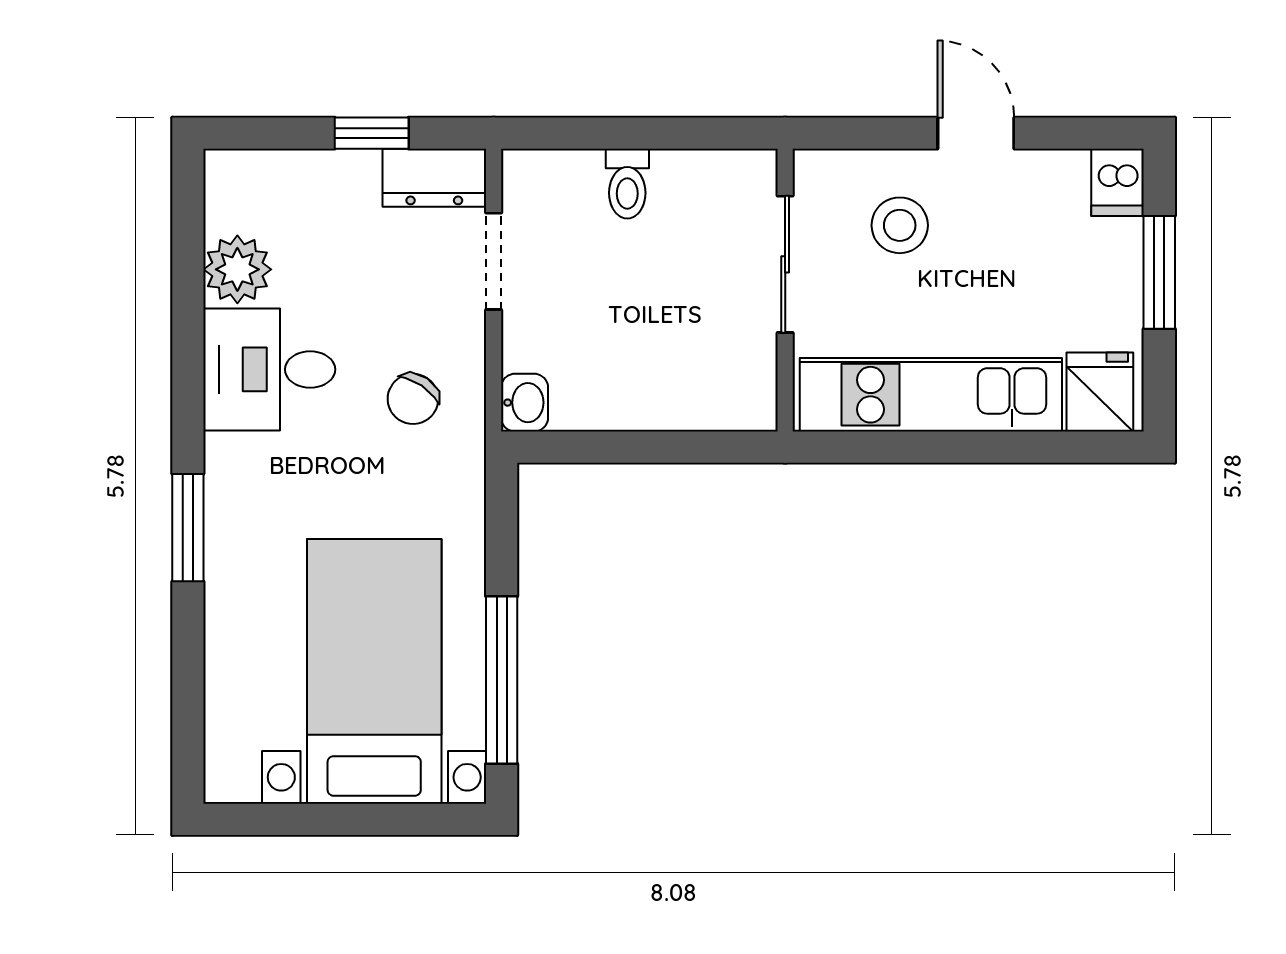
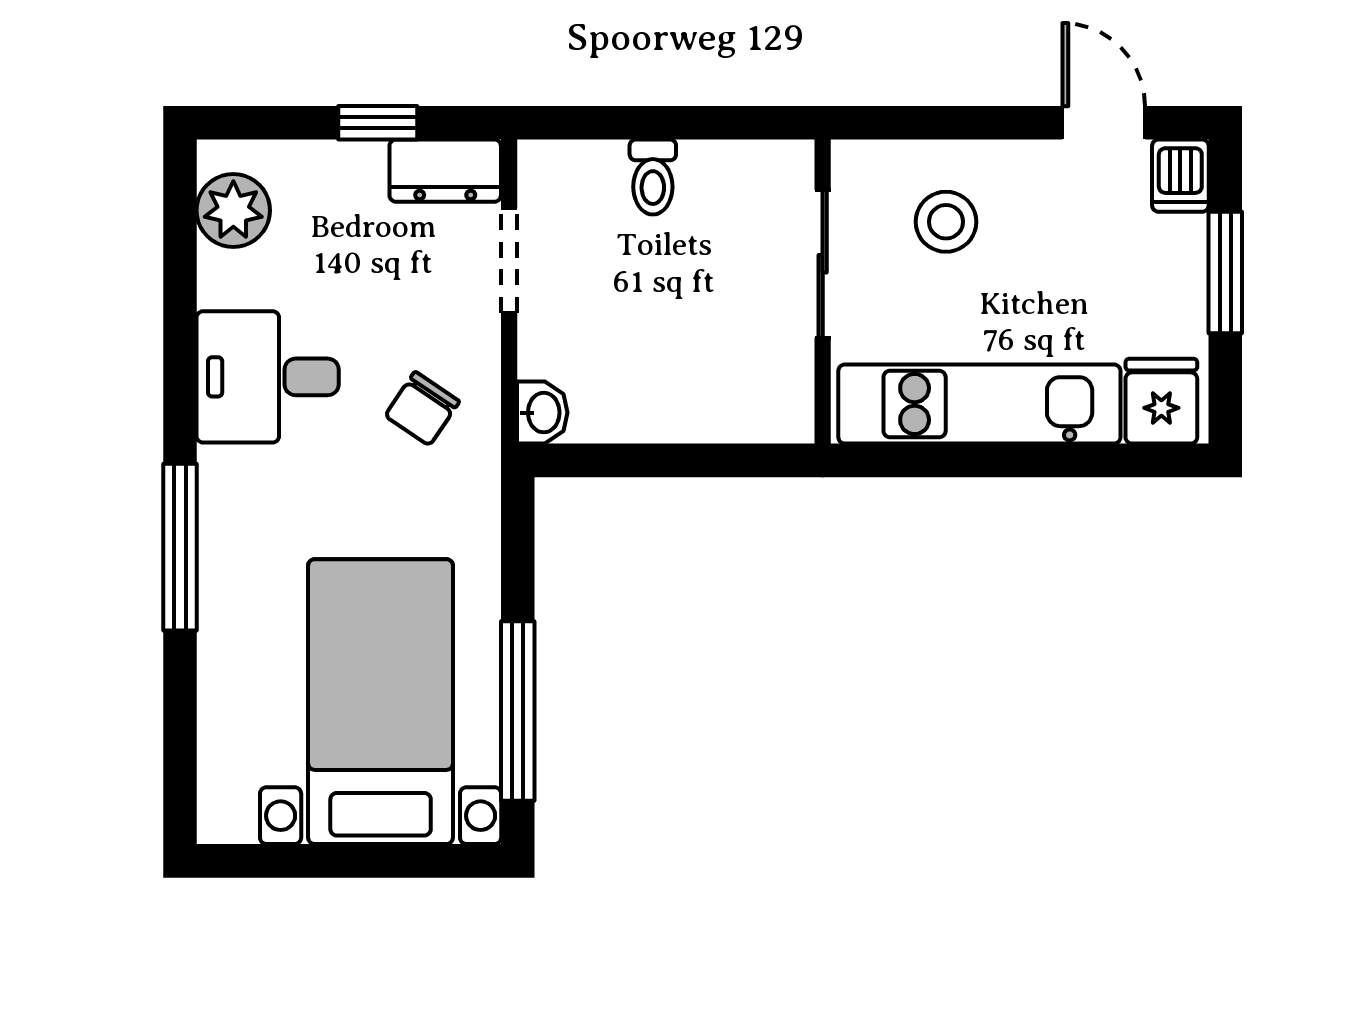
door: (976, 133) -> (1104, 123), moved
plant: (237, 269) -> (233, 210), moved
window: (188, 528) -> (180, 547), width x1.44

